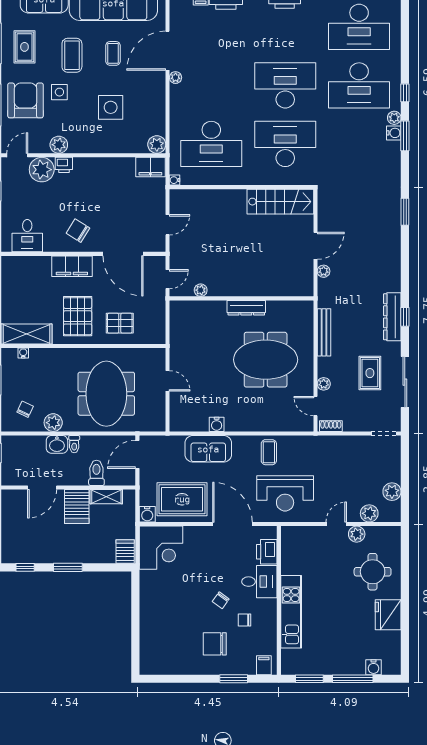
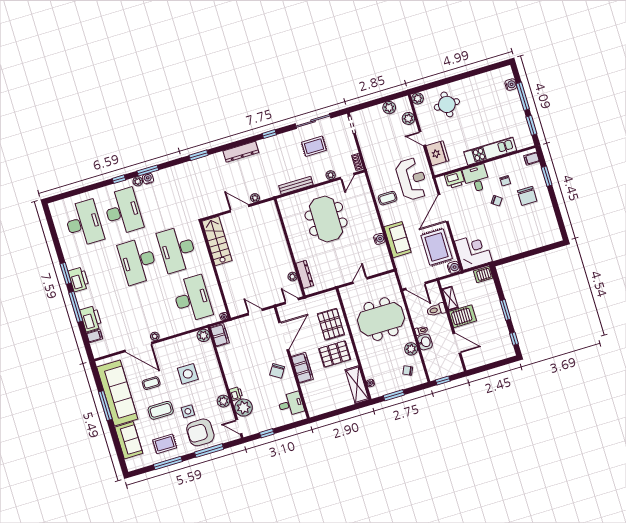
dresser: (246, 308) -> (305, 274), moved
dresser: (392, 317) -> (241, 152), moved
pallet: (120, 323) -> (331, 324), width x1.50, depth x1.42
plant: (357, 534) -> (418, 98), moved
fridge: (388, 615) -> (437, 153), moved, turned -90

